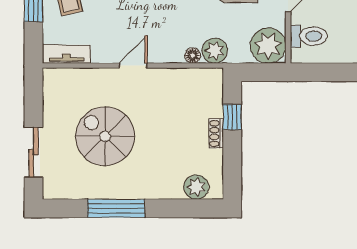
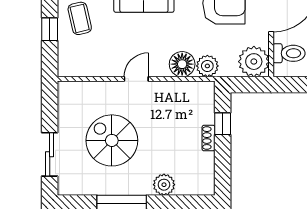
tv unit: (66, 54) -> (78, 69), removed
floor lamp: (193, 56) -> (182, 64), width x1.89, depth x1.89
plant: (196, 187) -> (164, 185), moved

